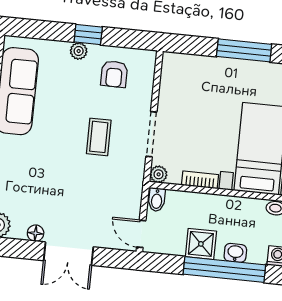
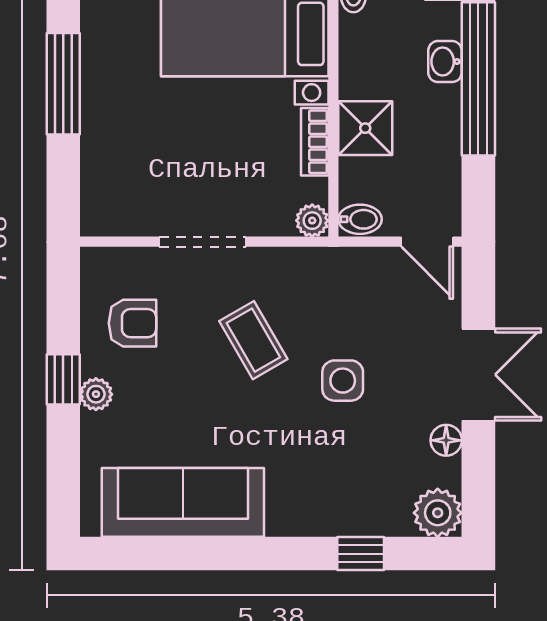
doorway: (151, 134) -> (203, 242), moved
coffee table: (99, 137) -> (253, 340), turned 60
side table: (73, 182) -> (343, 381), added
door: (141, 234) -> (427, 242), hinge flipped
shower: (201, 244) -> (365, 128), moved

